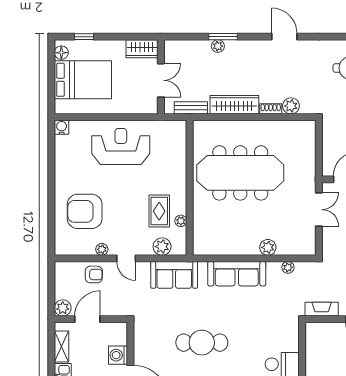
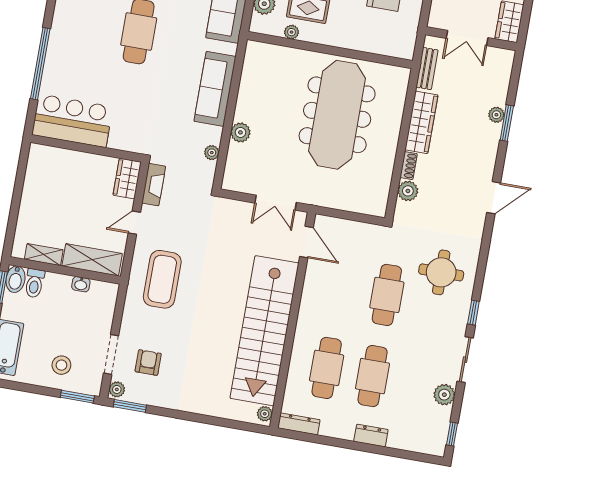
wardrobe: (321, 331) -> (127, 179), added

